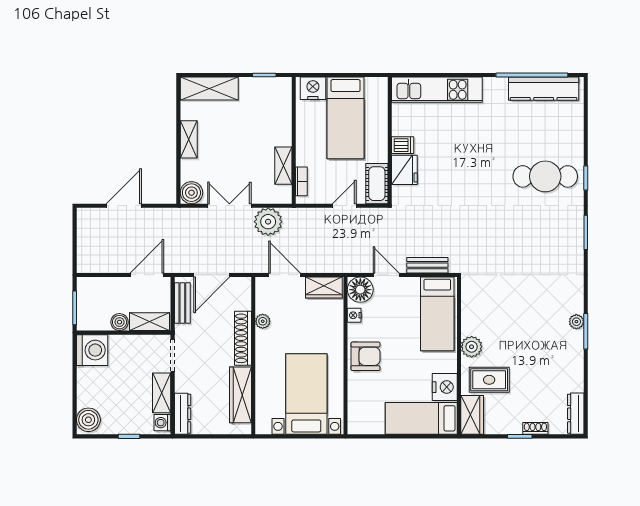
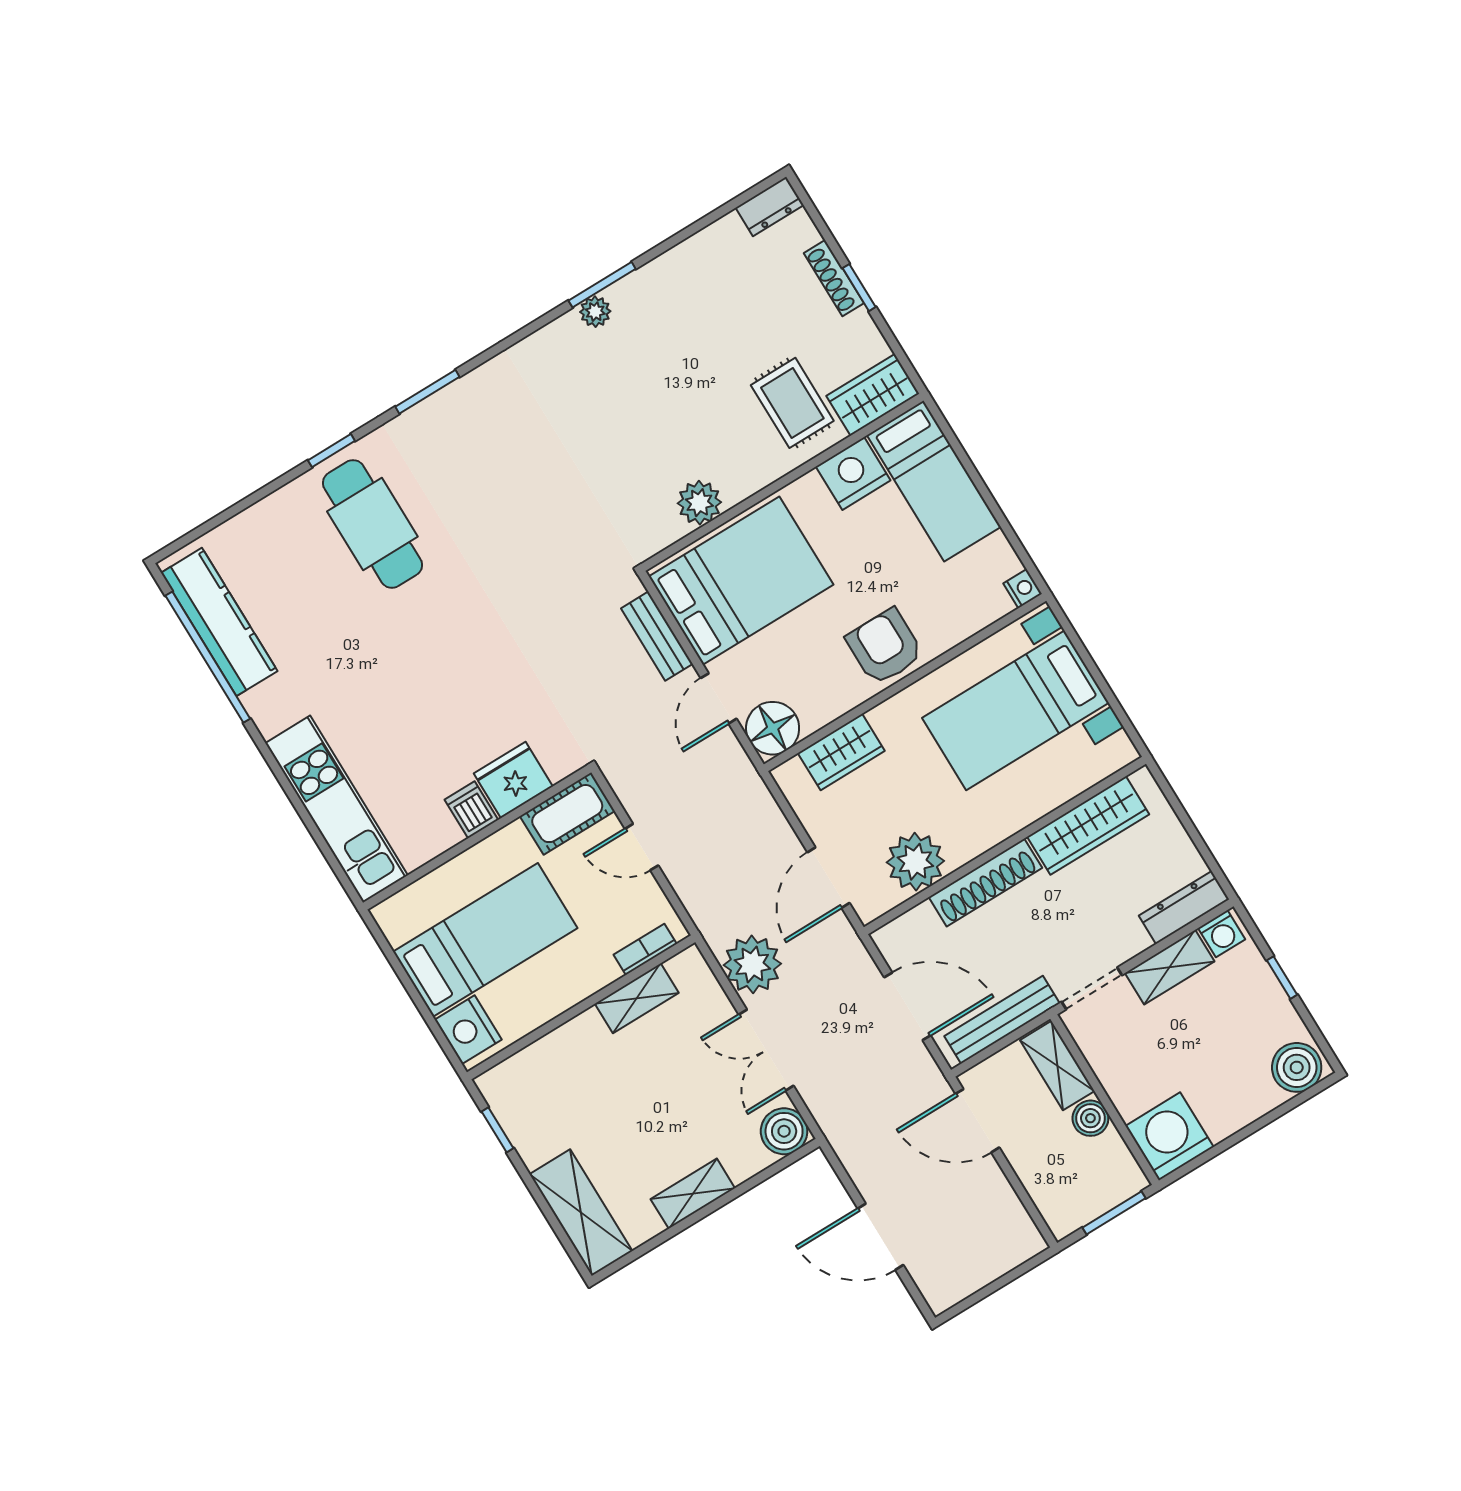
wardrobe: (324, 287) -> (841, 752), moved, turned 90
bench: (182, 303) -> (1002, 1020), width x1.36
bed: (437, 314) -> (741, 581), width x1.50
nightstand: (354, 315) -> (1023, 589), moved, turned -90
plant: (263, 321) -> (915, 862), width x1.87, depth x1.87
plant: (472, 347) -> (699, 503), moved
dresser: (576, 414) -> (770, 206), width x0.70
shoe rack: (535, 428) -> (834, 278), width x1.43

